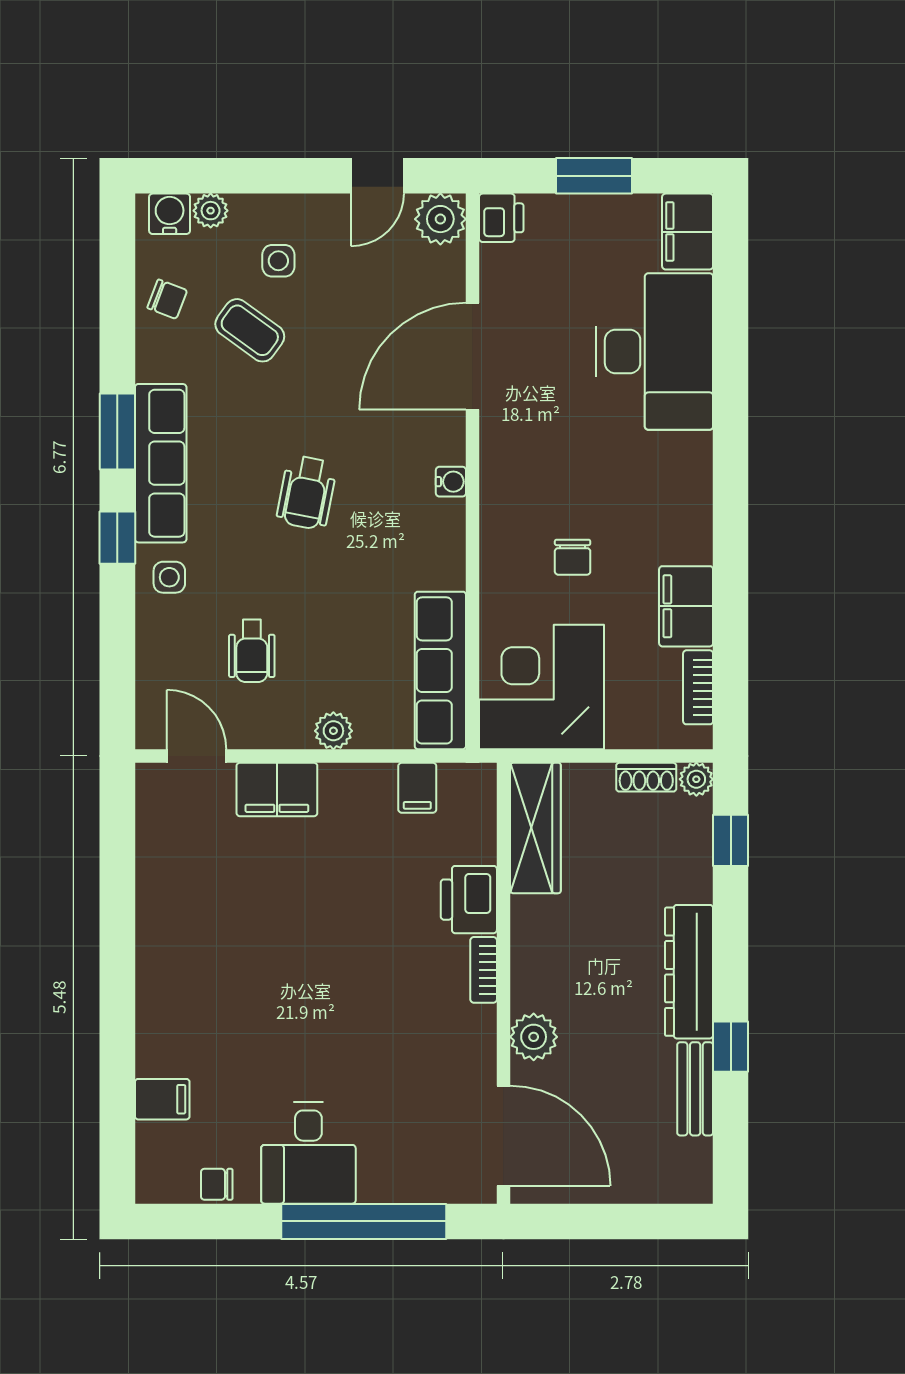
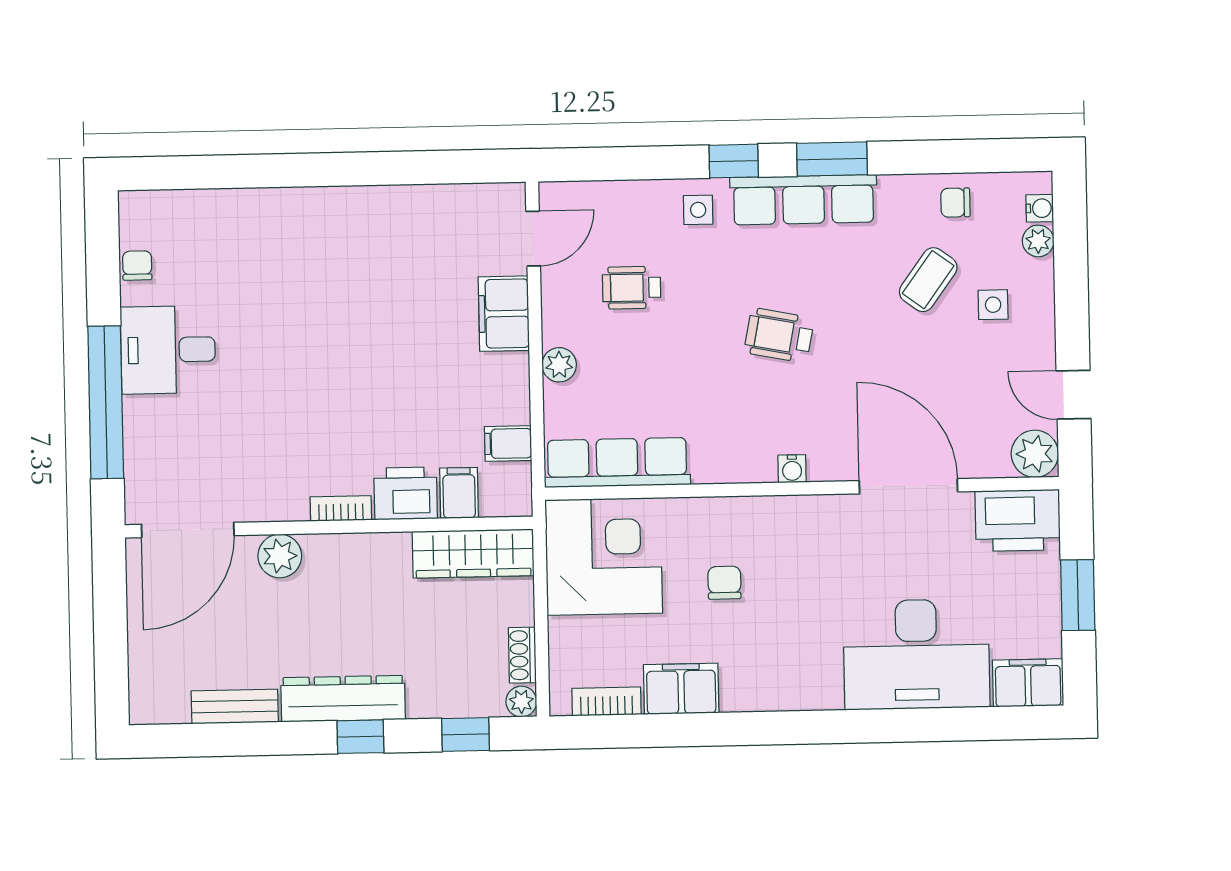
water cooler: (170, 214) -> (1040, 208), width x0.72, depth x0.72
printer: (501, 218) -> (1018, 520), width x1.87, depth x1.48
chair: (167, 299) -> (955, 203), turned 69
chair: (573, 557) -> (724, 583), turned 90
window: (731, 1047) -> (360, 737), moved
filing cabinet: (162, 1099) -> (459, 493), moved, turned 180

